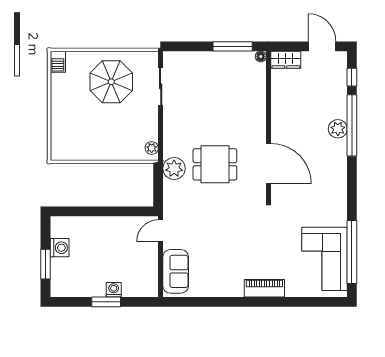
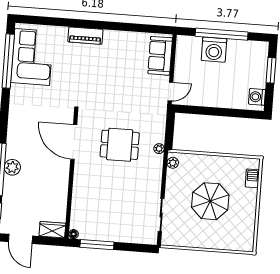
barbecue: (58, 62) -> (252, 178), moved
parasol: (111, 82) -> (210, 201), moved
plant: (174, 168) -> (159, 149), width x0.53, depth x0.53
washing machine: (60, 248) -> (257, 97), moved
washing machine: (114, 290) -> (214, 50), width x1.89, depth x1.89
window: (106, 302) -> (222, 34), width x2.11

